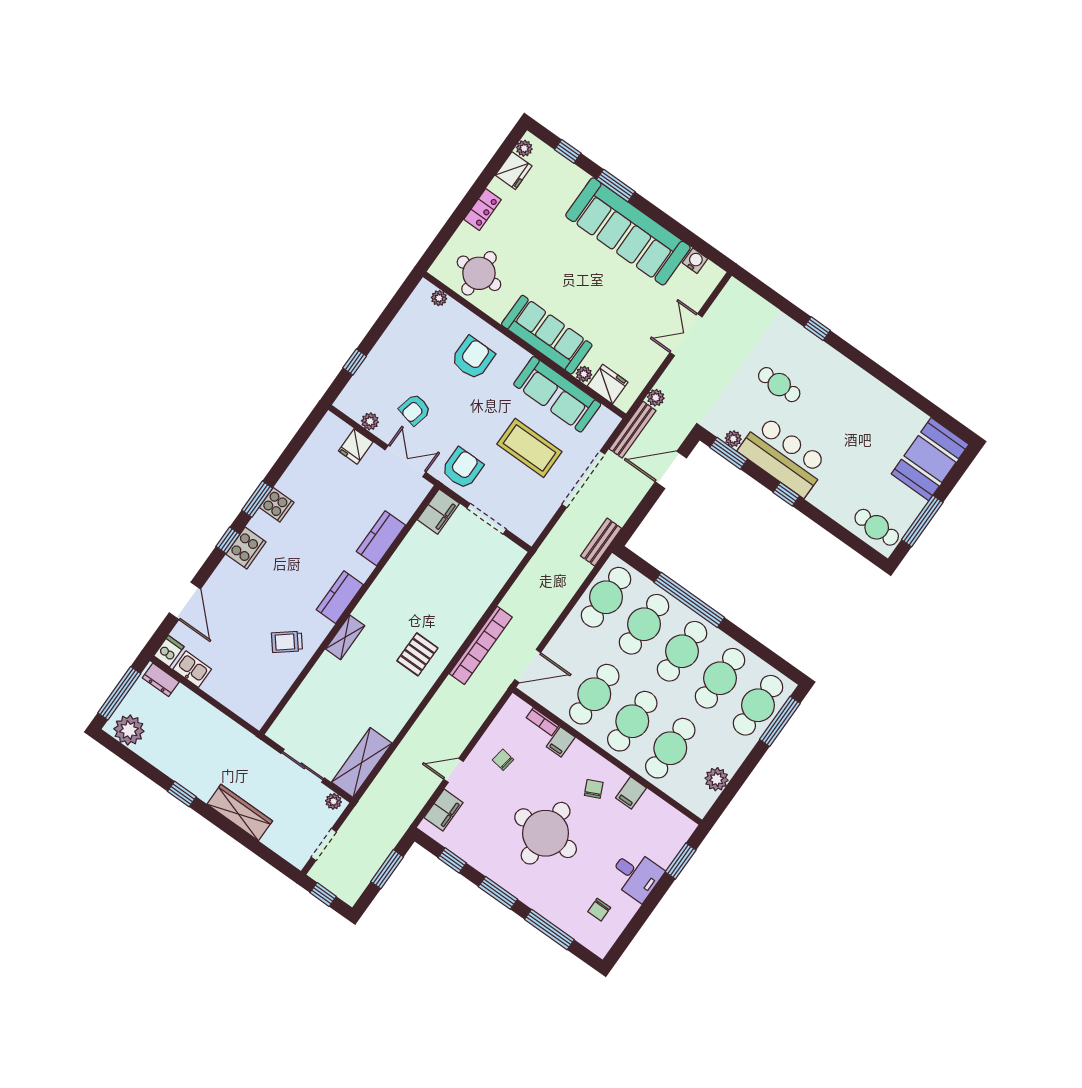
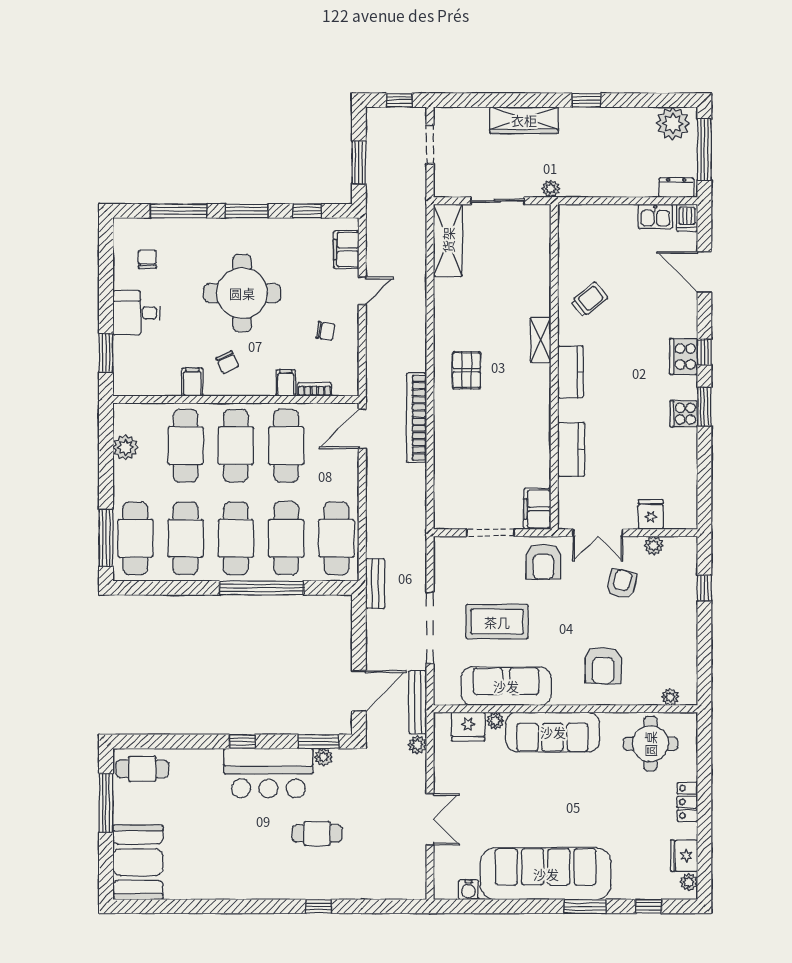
plant: (334, 801) -> (551, 189), moved

